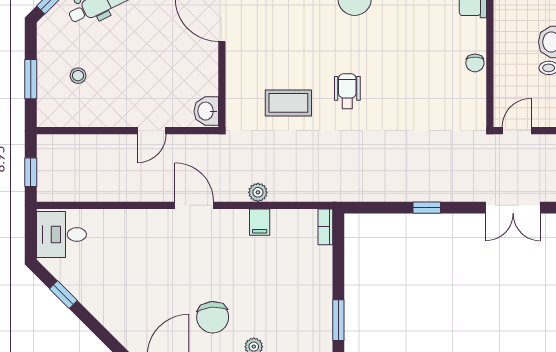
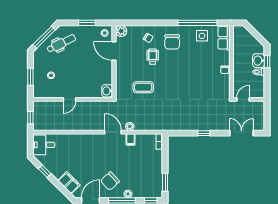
wheelchair: (347, 91) -> (153, 57), moved
door: (152, 131) -> (69, 99), moved
door: (194, 205) -> (113, 132), moved
double door: (513, 208) -> (241, 133), swing flipped
chair: (213, 317) -> (110, 181), turned 52
filing cabinet: (119, 321) -> (69, 183), added

